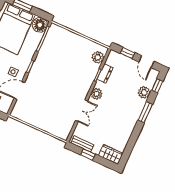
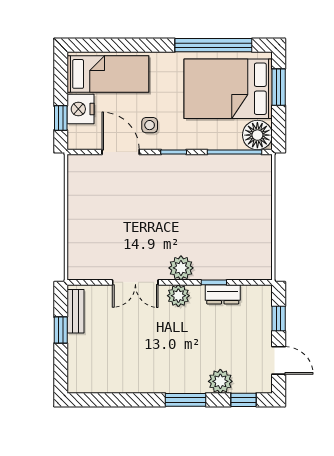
plant: (98, 57) -> (181, 268), moved
door: (147, 62) -> (279, 360), swing flipped
wardrobe: (111, 154) -> (80, 372), removed

